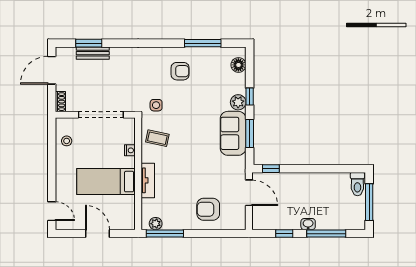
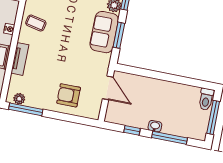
window: (271, 169) -> (132, 70), removed

